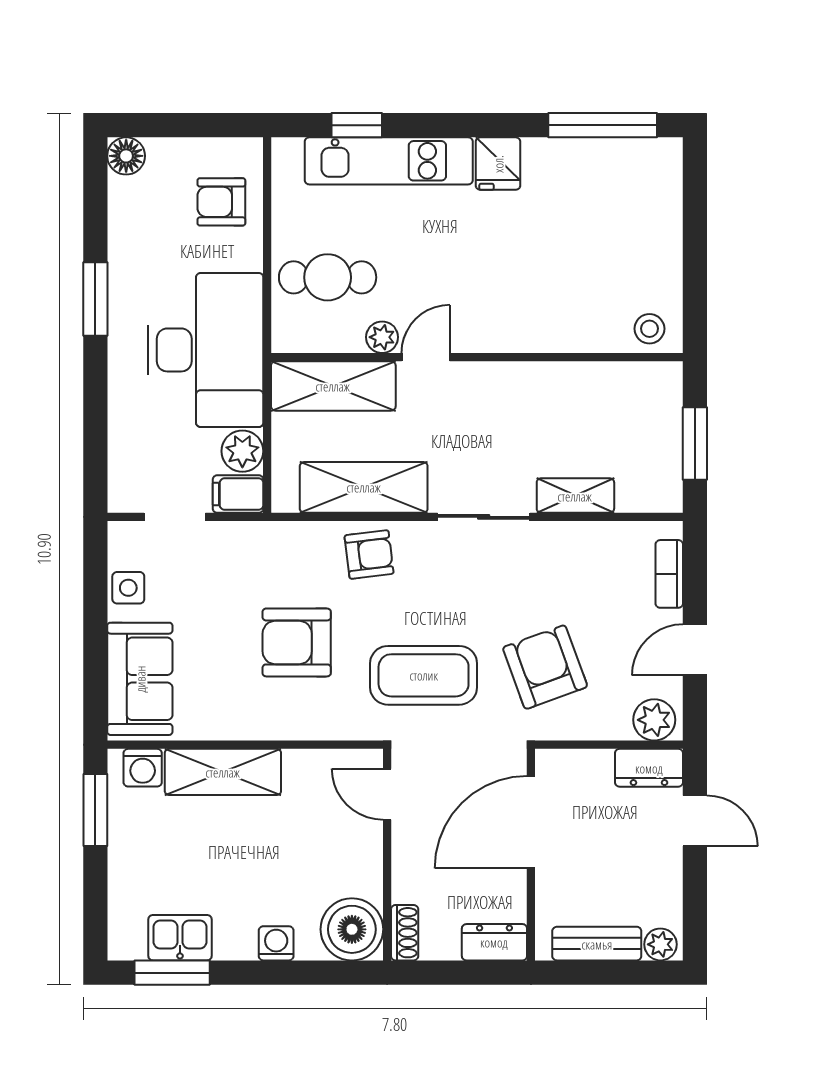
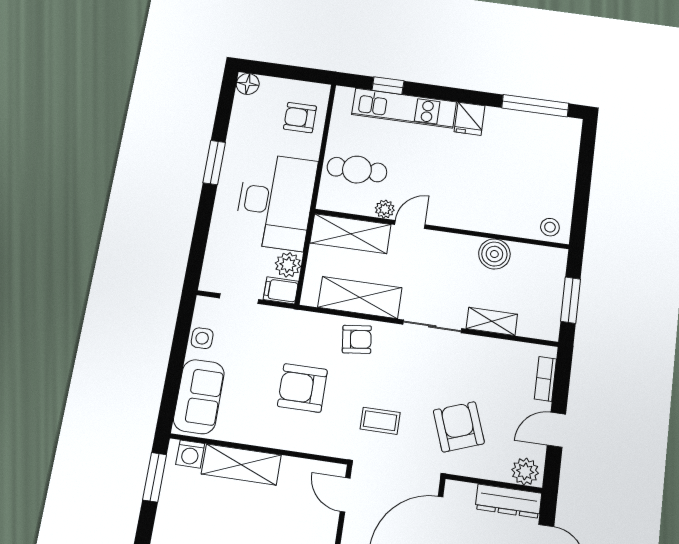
boiler: (566, 386) -> (494, 254), added
coffee table: (424, 675) -> (380, 421), width x0.54, depth x0.58
dresser: (649, 768) -> (508, 501), width x1.44

